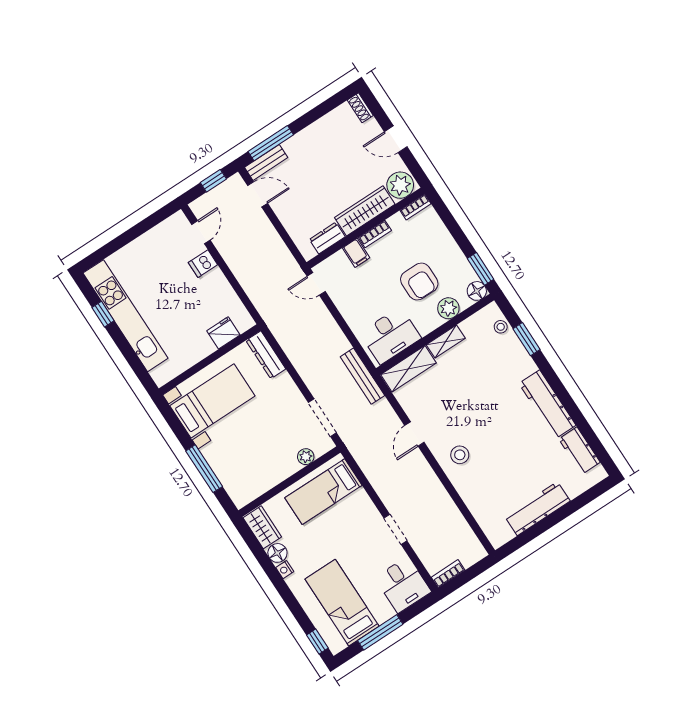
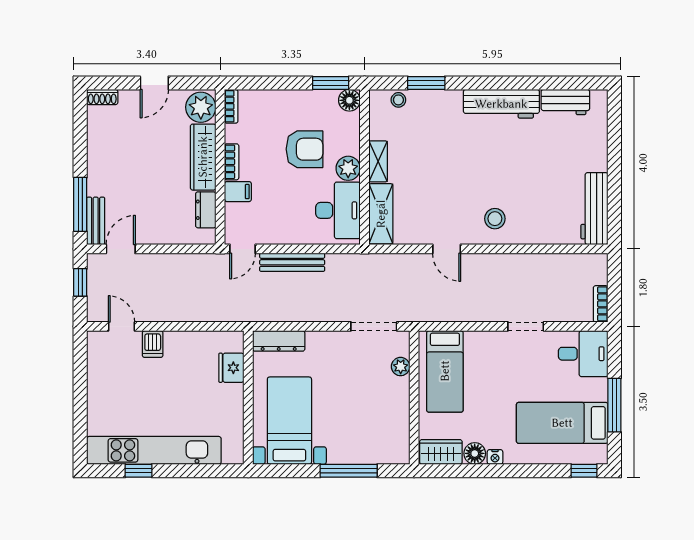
plant: (448, 308) -> (348, 168), moved
bench: (362, 376) -> (292, 262), moved
workbench: (537, 509) -> (594, 209), moved

